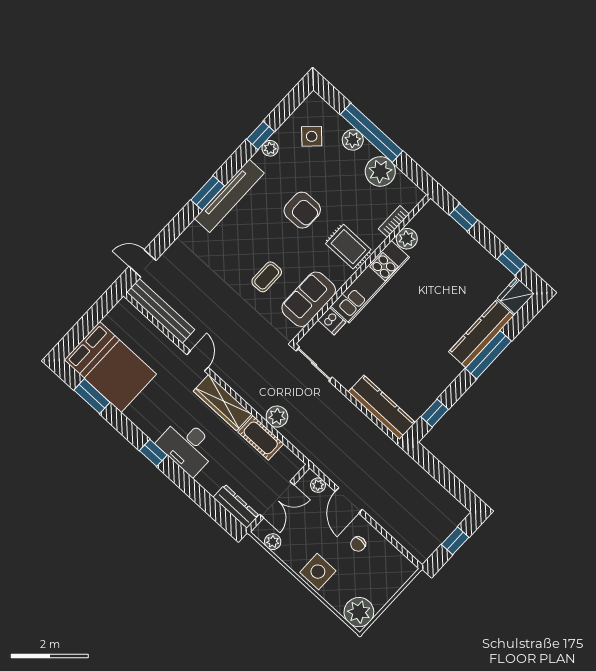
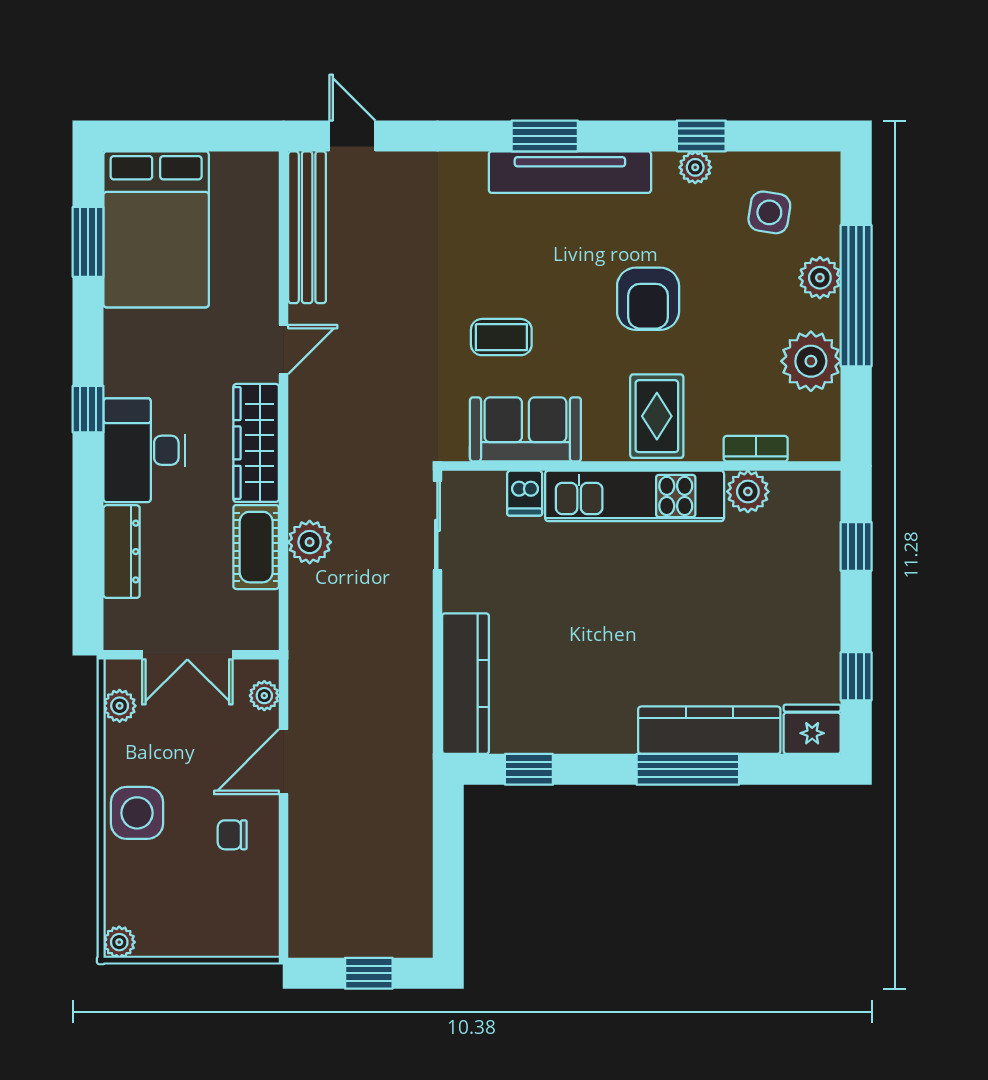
side table: (312, 136) -> (769, 212), turned -37
dresser: (236, 506) -> (122, 552), moved
plant: (359, 612) -> (119, 942), width x0.53, depth x0.53

